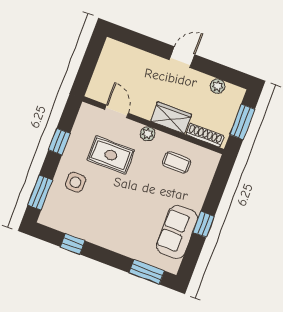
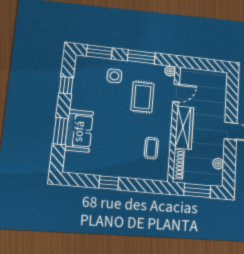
wardrobe: (171, 118) -> (184, 128), width x1.50
plant: (148, 134) -> (170, 71), moved
window: (59, 142) -> (141, 57), width x1.50
sofa: (177, 232) -> (79, 131), moved, turned 90
window: (147, 272) -> (61, 131), moved

